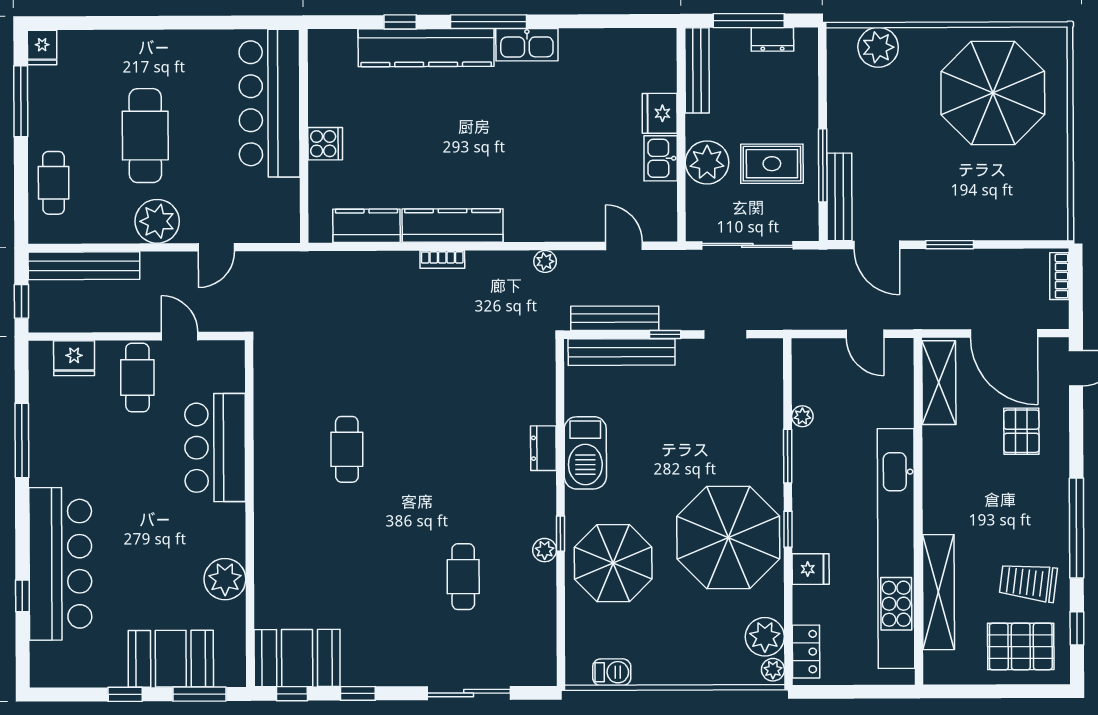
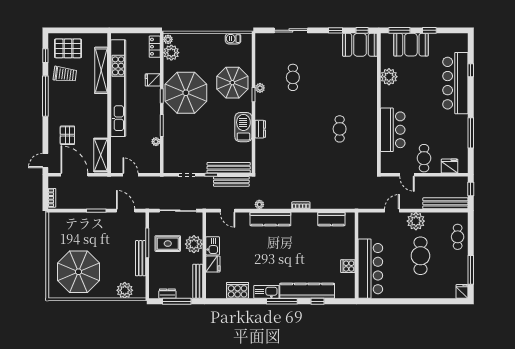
cooker: (599, 48) -> (238, 290), added
cooker: (325, 144) -> (348, 266), moved
bench: (839, 197) -> (141, 258), moved
kitchen counter: (453, 226) -> (270, 219), moved

